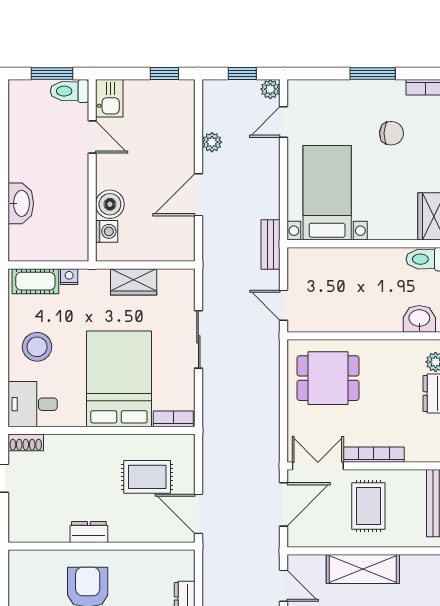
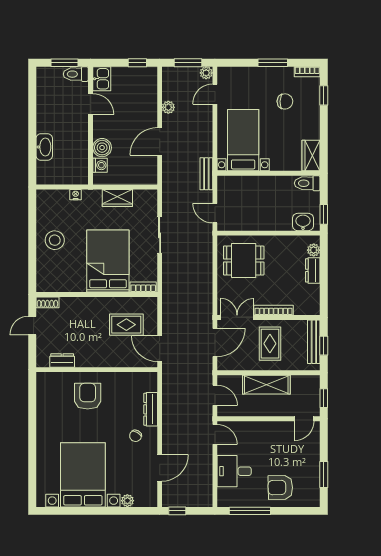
window: (242, 74) -> (188, 63), width x1.50
cot: (35, 281) -> (54, 198), removed
desk: (33, 404) -> (52, 277), removed
dresser: (89, 532) -> (62, 360), moved

